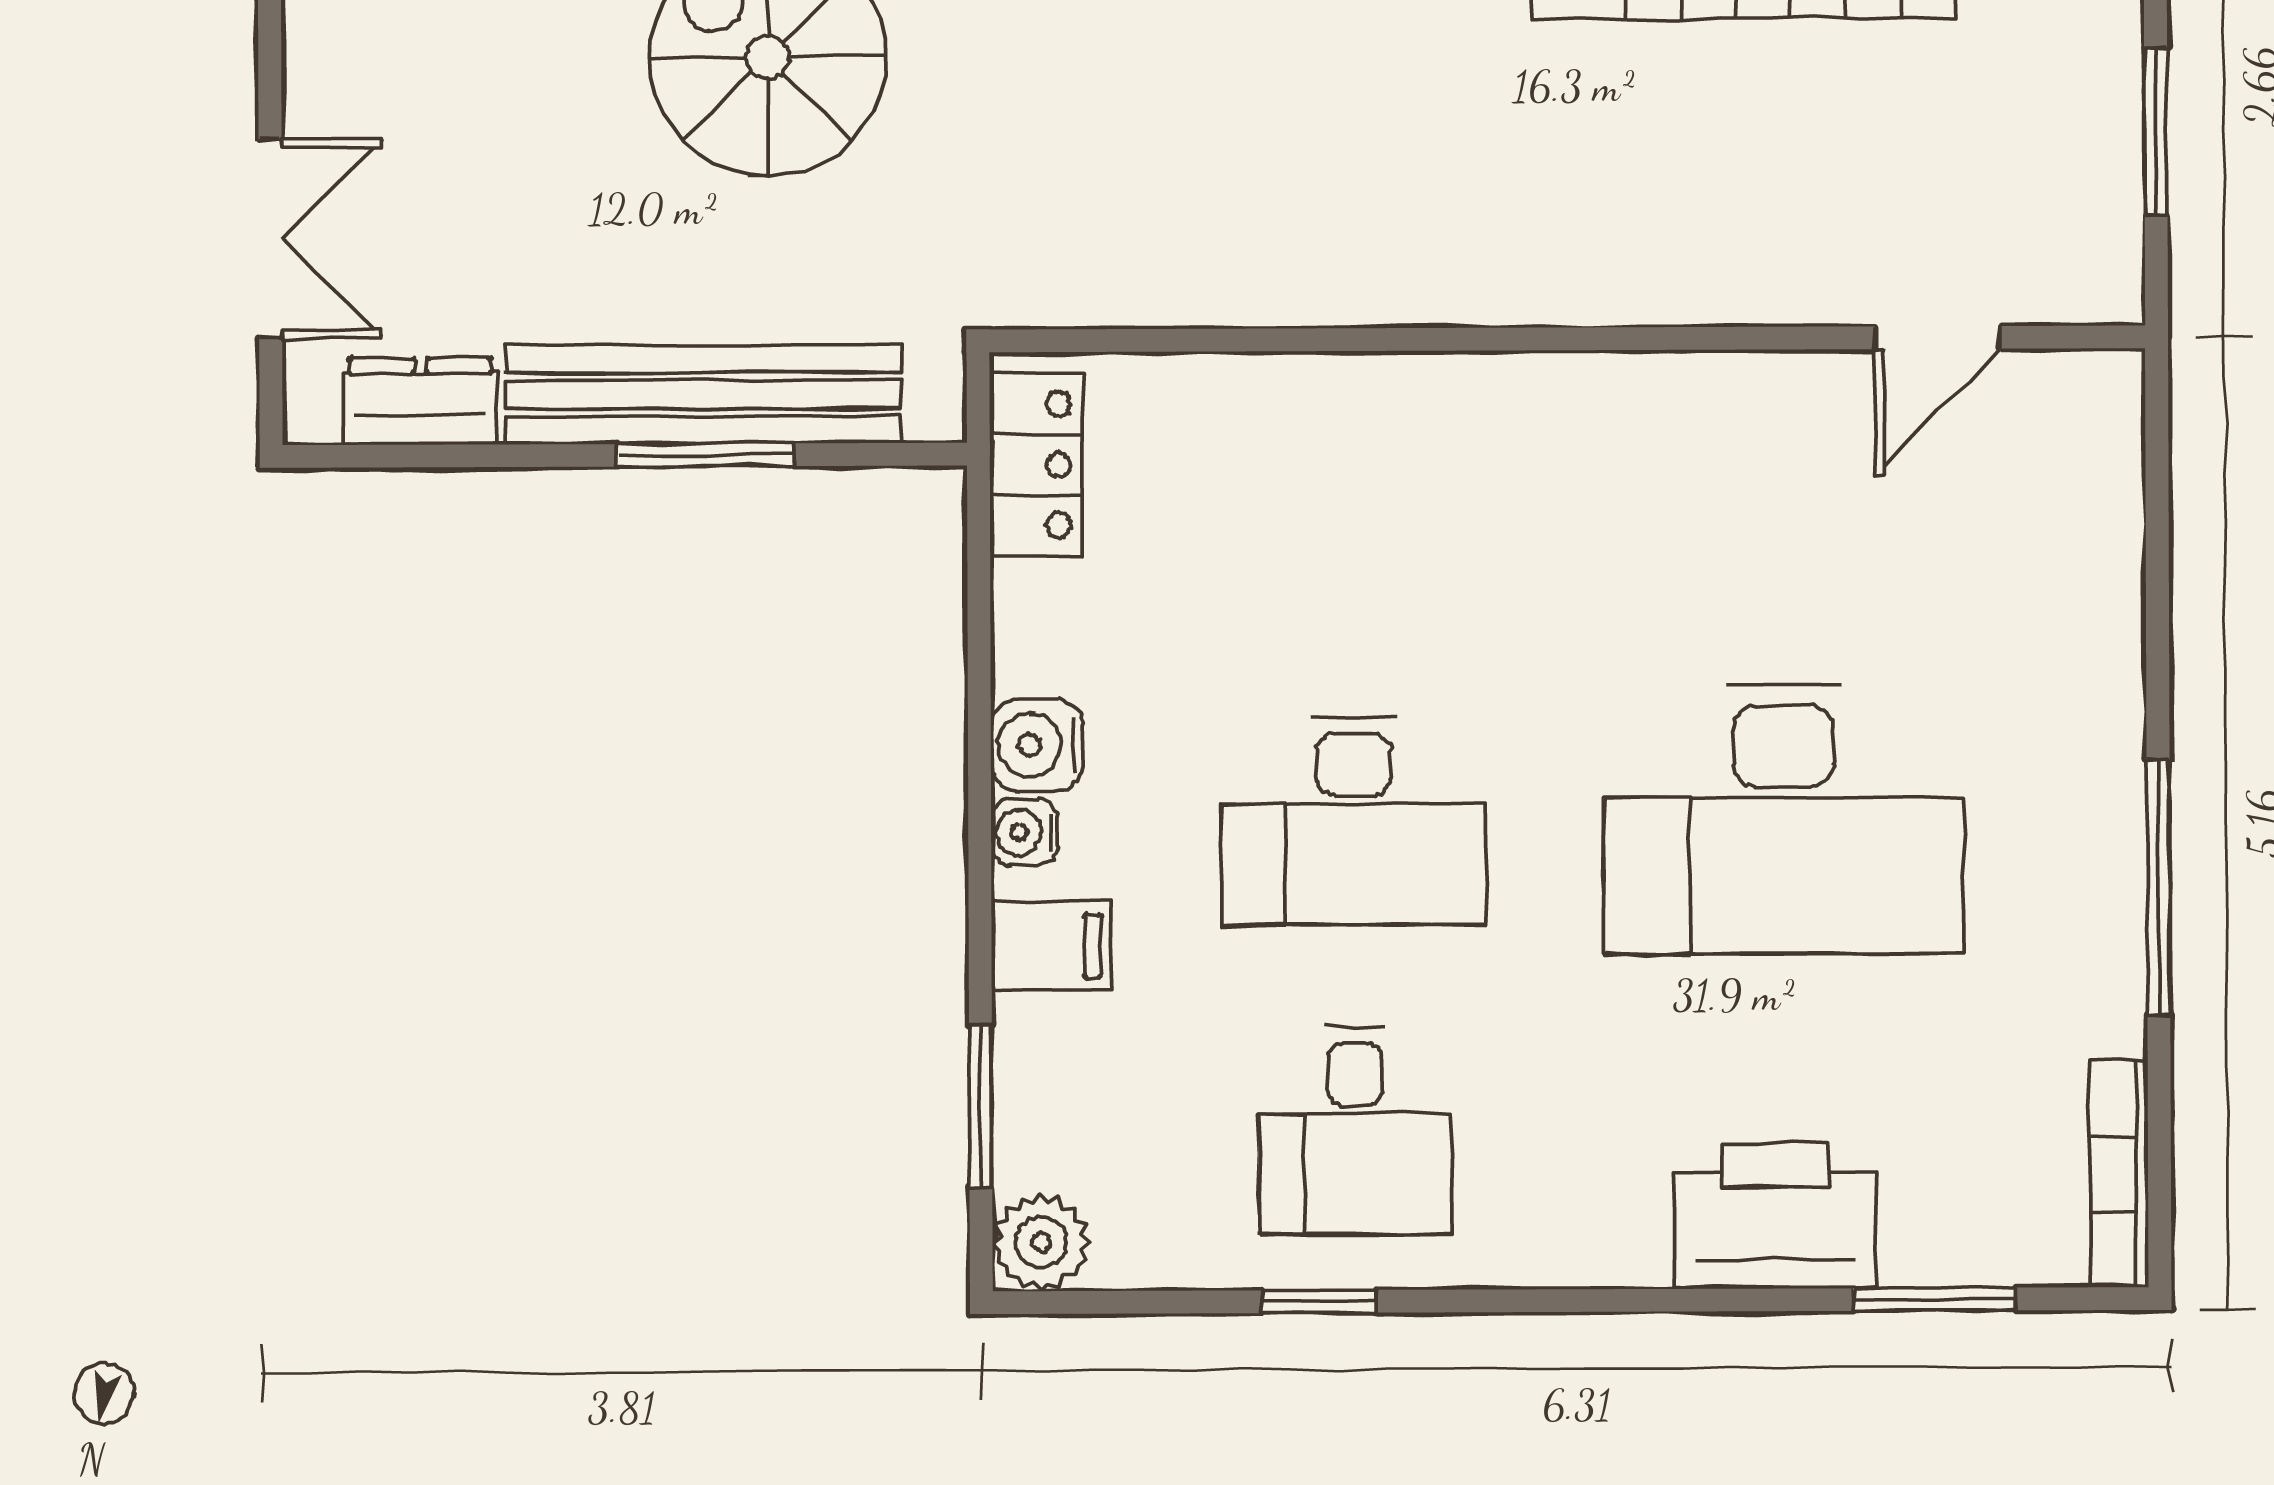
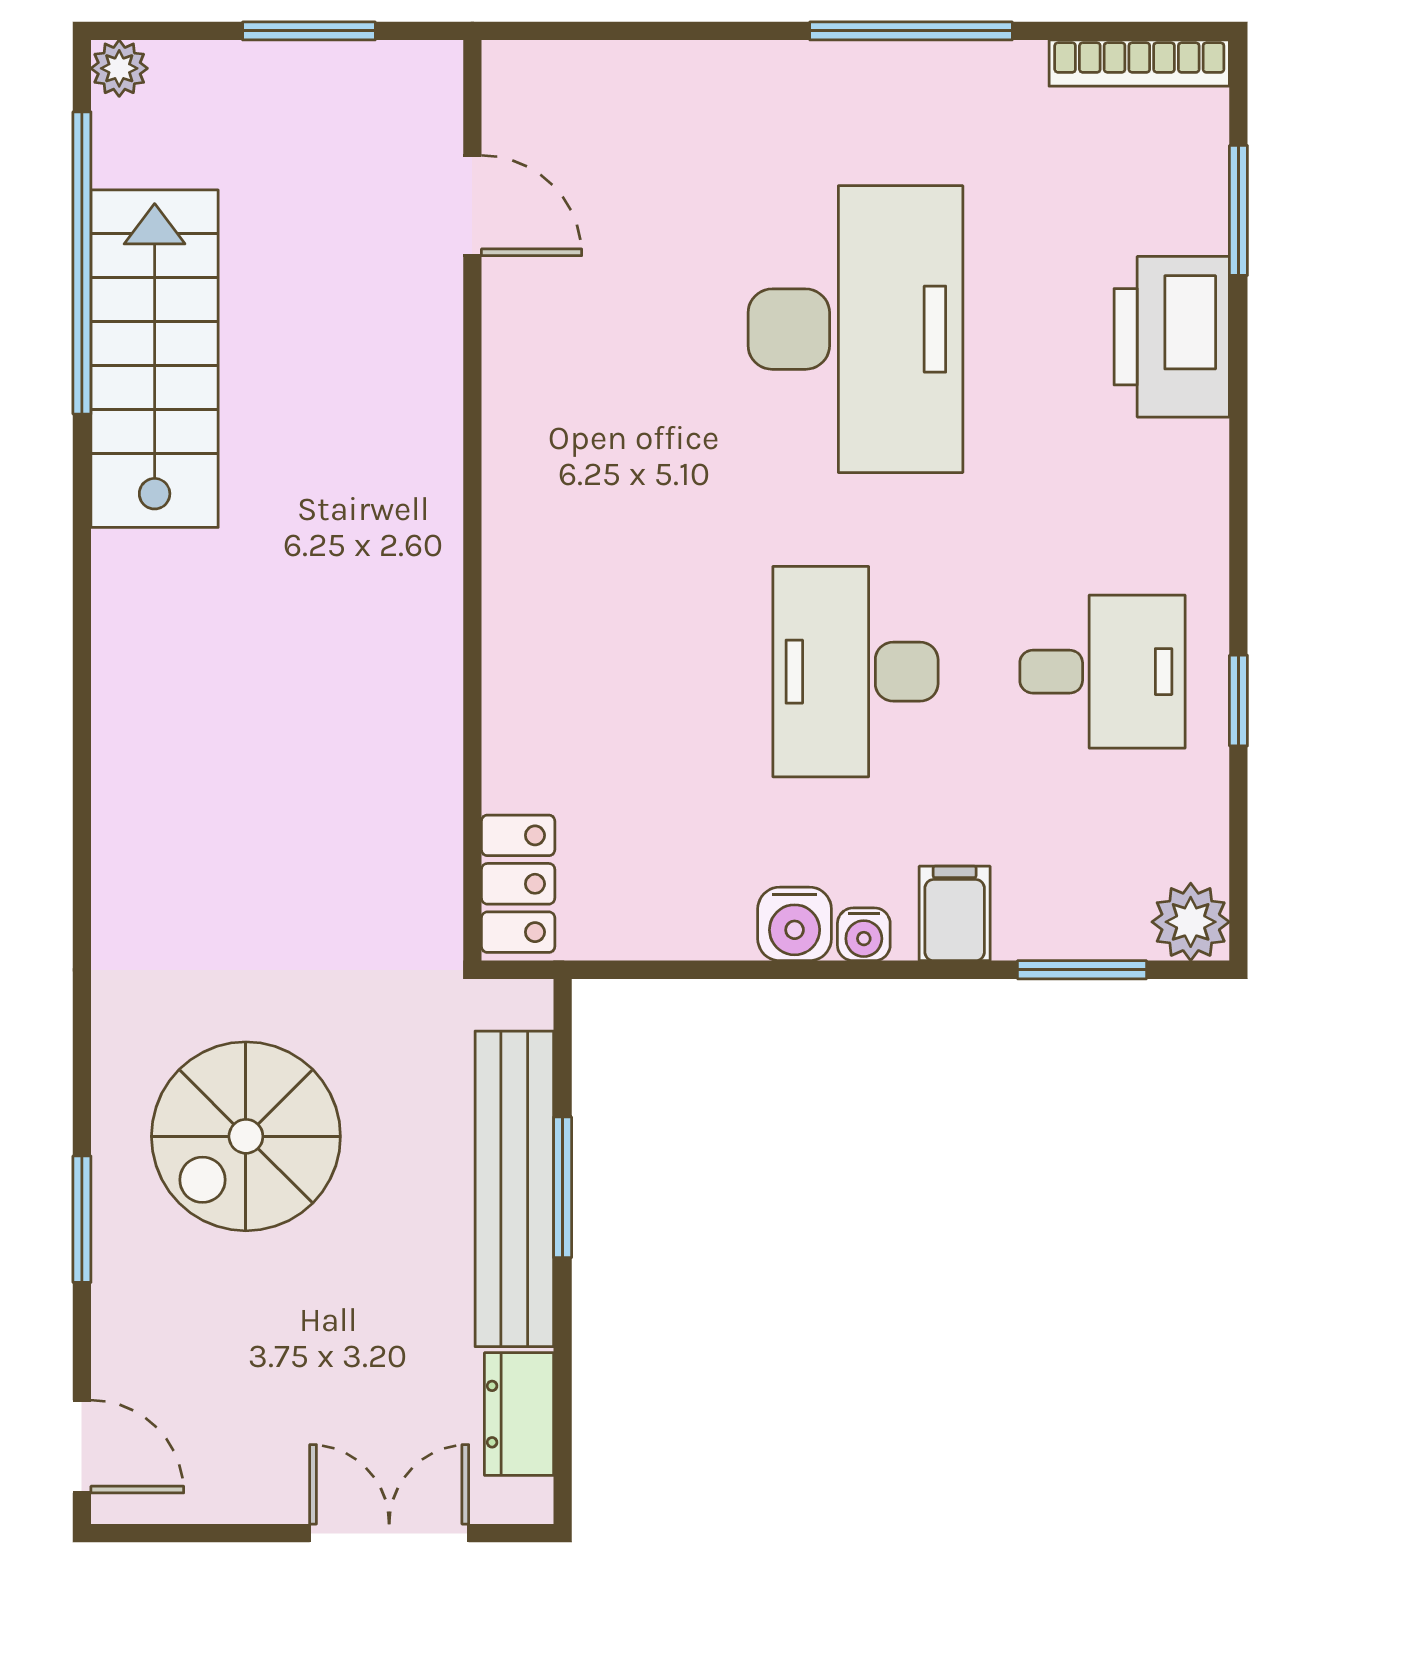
locker: (1036, 465) -> (518, 884), moved, turned 90
desk: (1354, 820) -> (855, 672), turned 180

